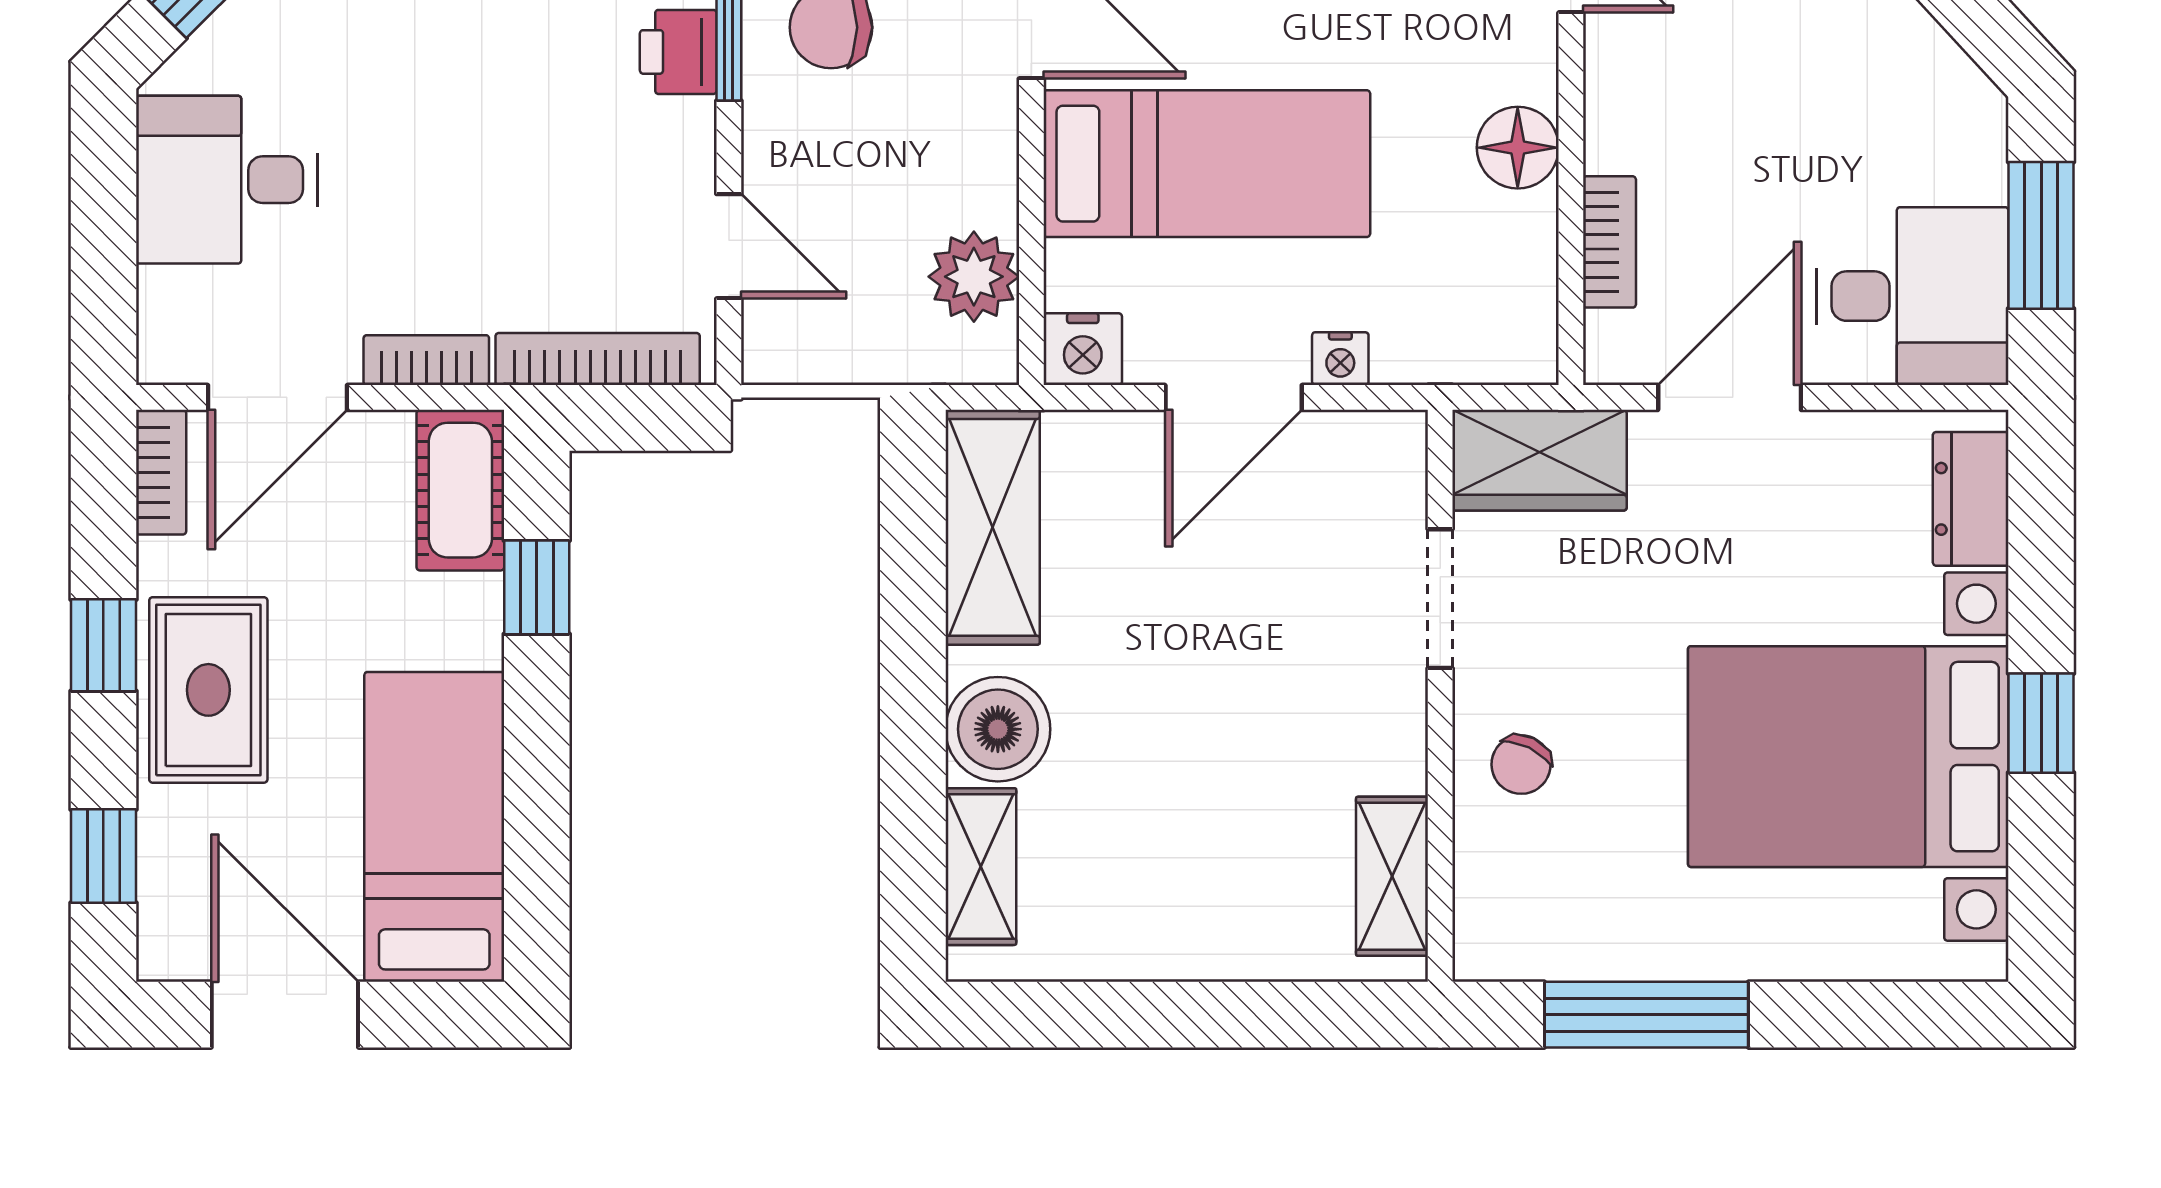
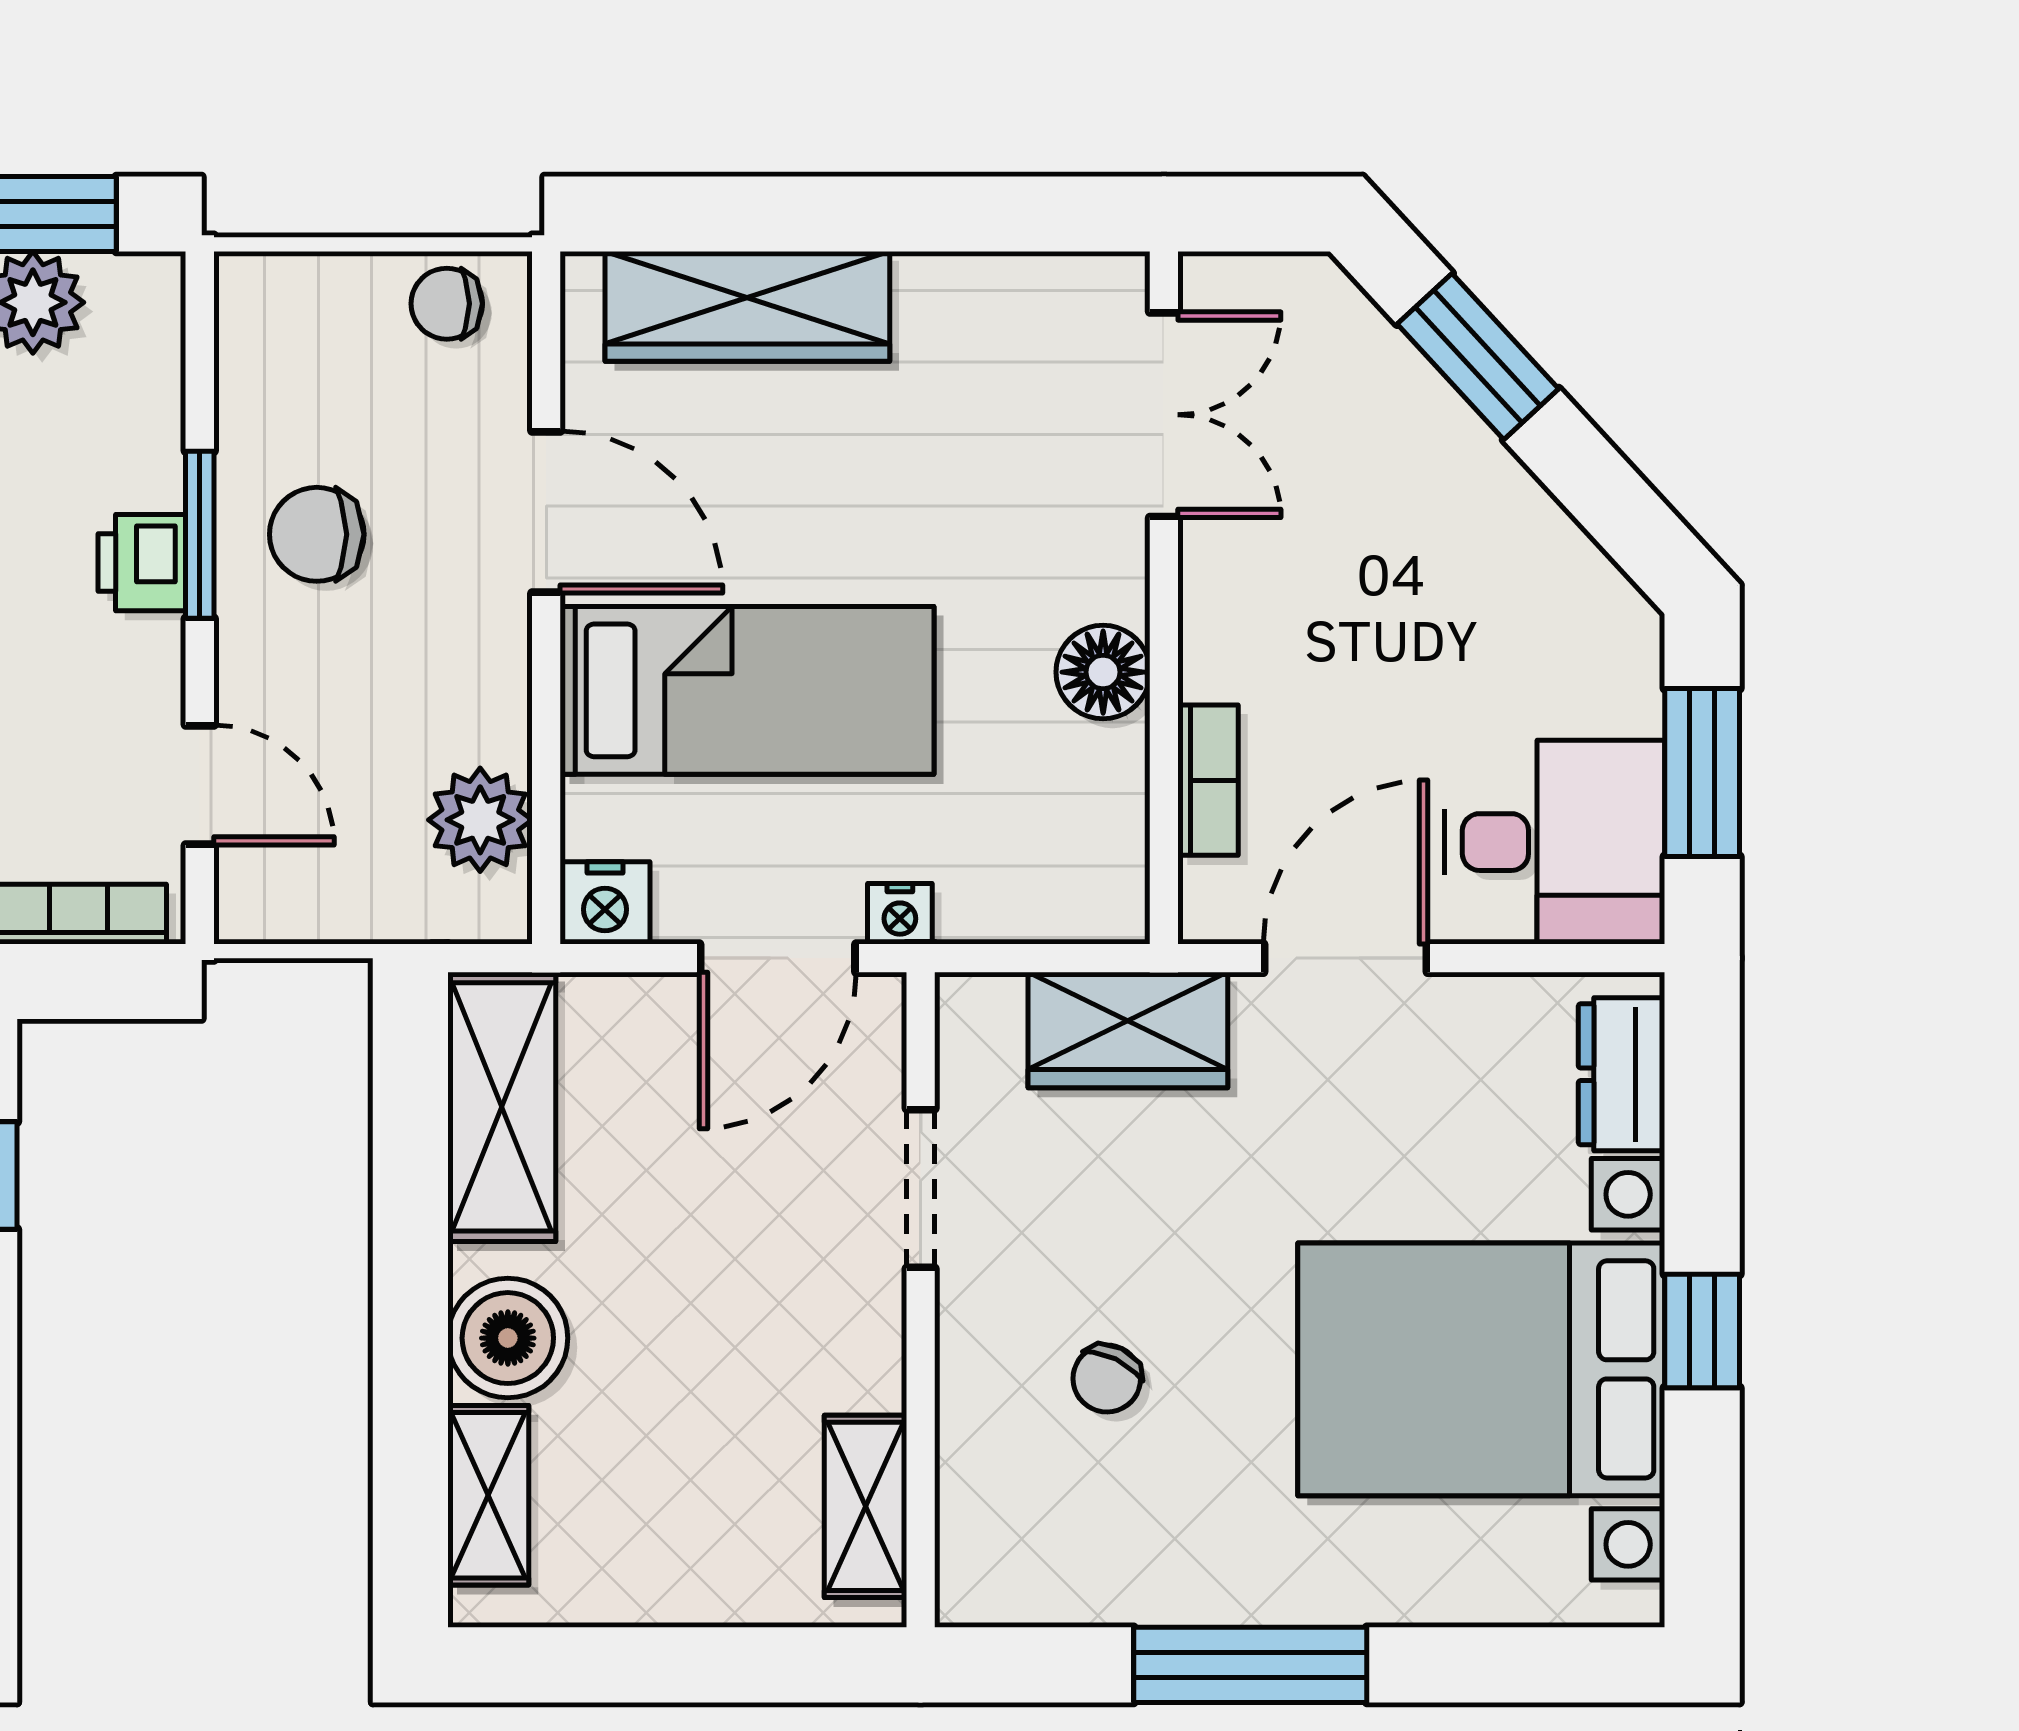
doorway: (1440, 599) -> (921, 1188), moved
wall: (1440, 696) -> (921, 1300), moved
shelving: (1392, 876) -> (865, 1506), moved

